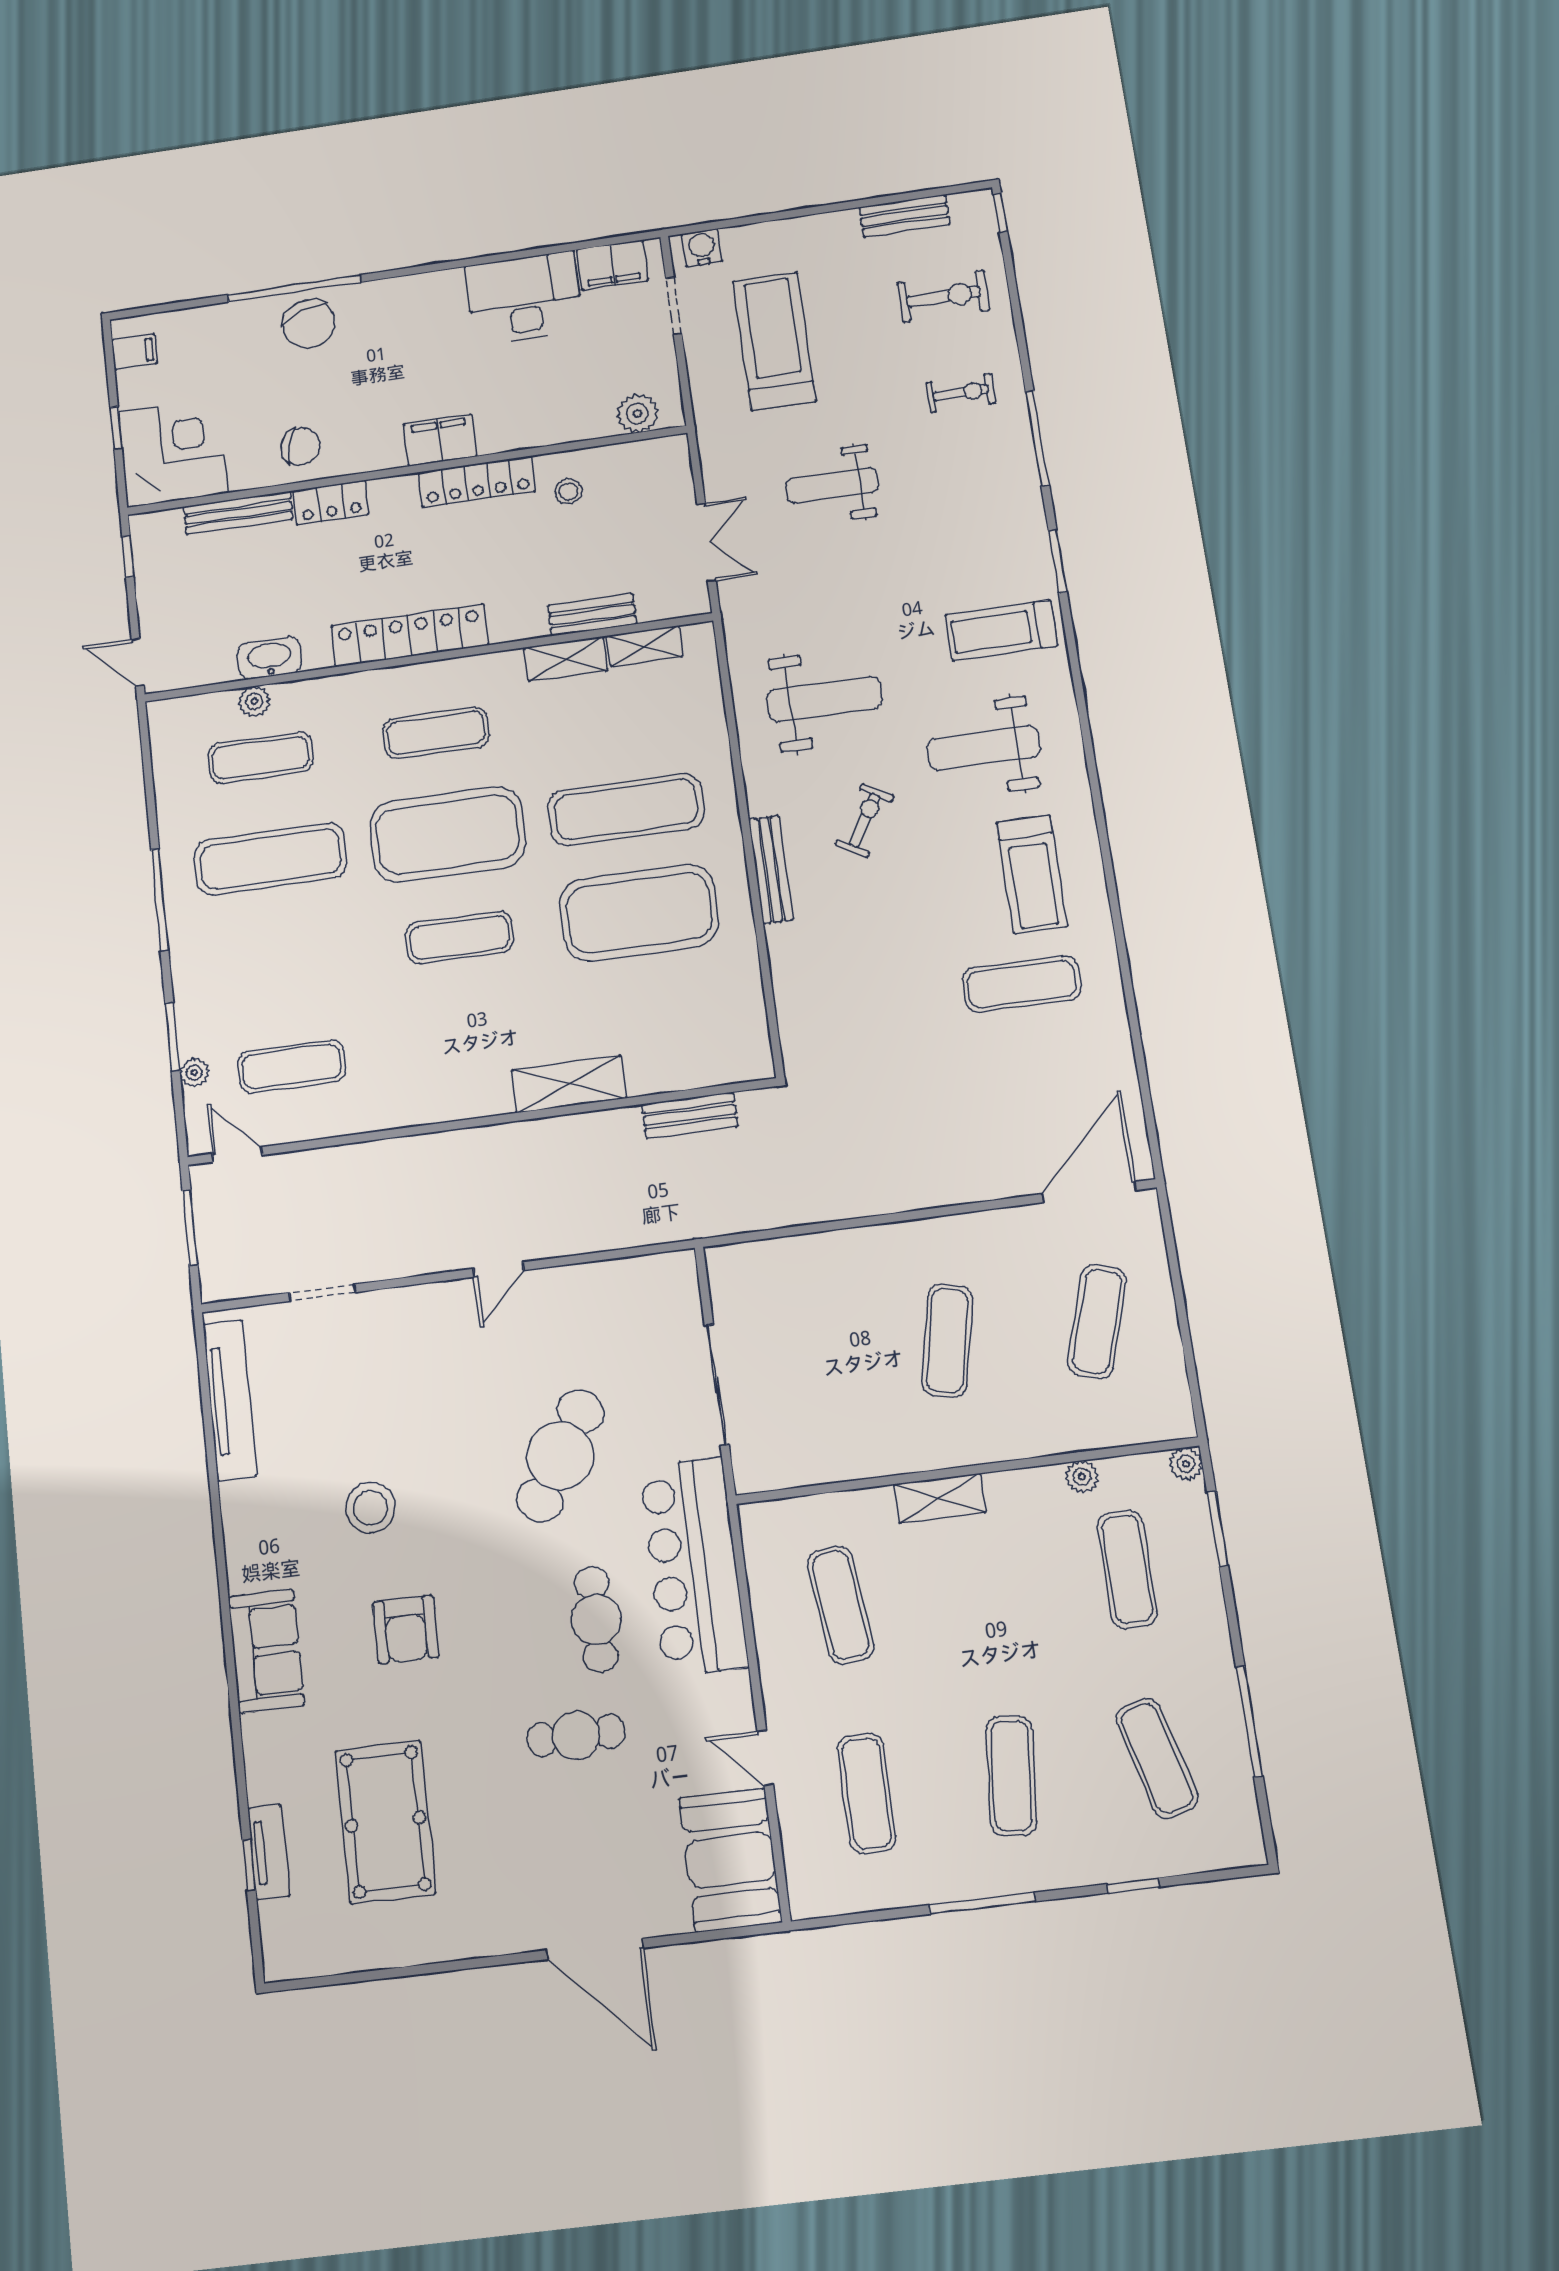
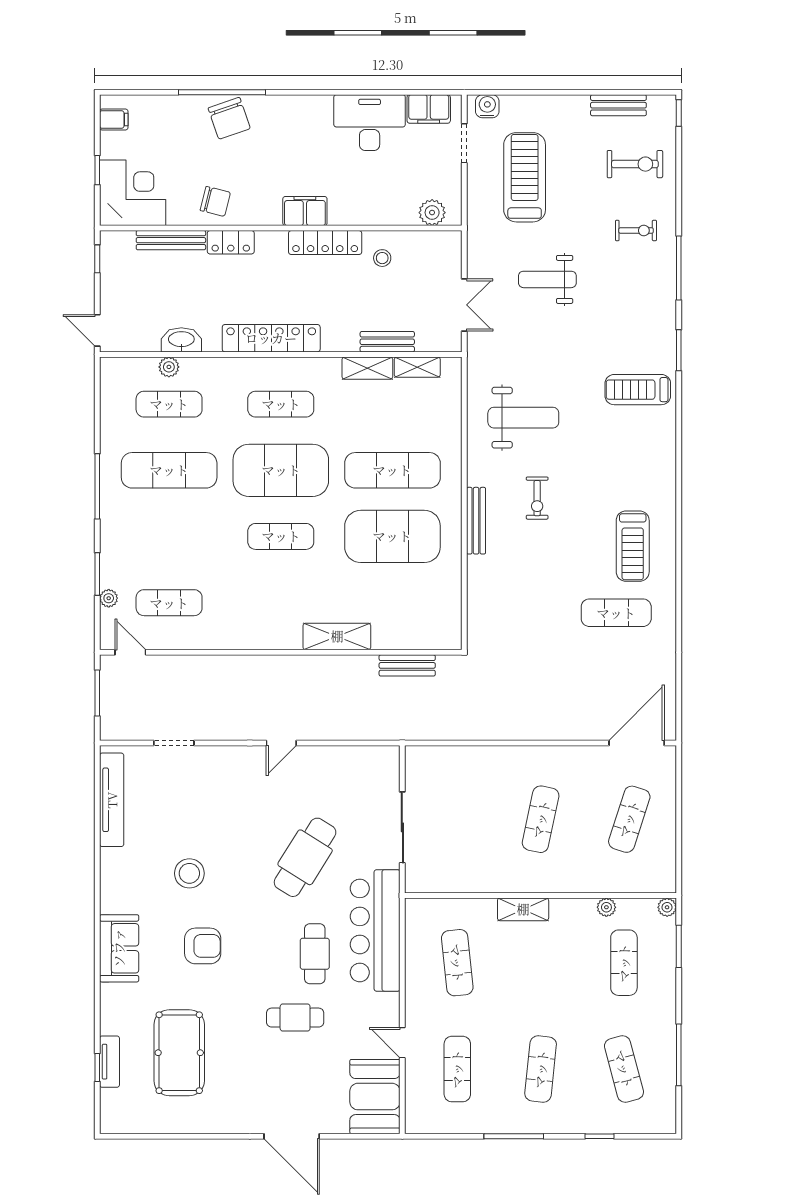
weight bench: (984, 748) -> (616, 463), removed
exercise bike: (865, 820) -> (537, 498), turned 149
armchair: (406, 1629) -> (203, 946), turned -90

